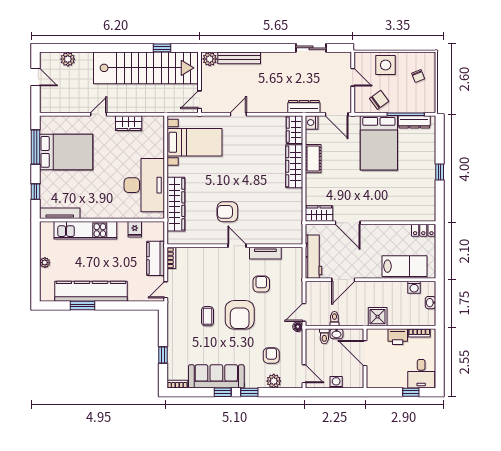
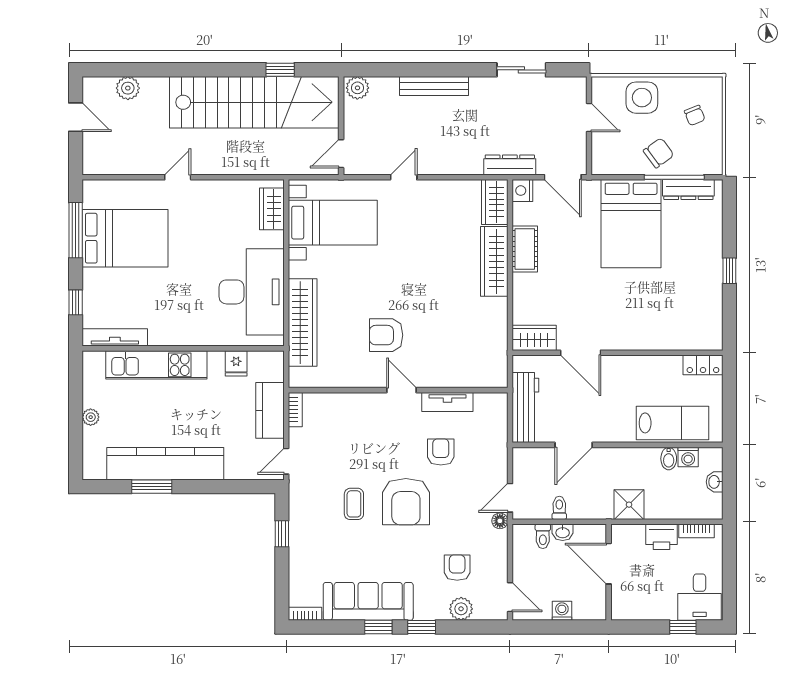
bench: (239, 58) -> (434, 86), moved
chair: (379, 100) -> (659, 153), moved
wardrobe: (129, 123) -> (272, 209), moved, turned 90
bidet: (402, 288) -> (669, 459), added
window: (163, 355) -> (282, 534), moved

